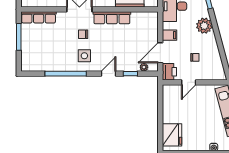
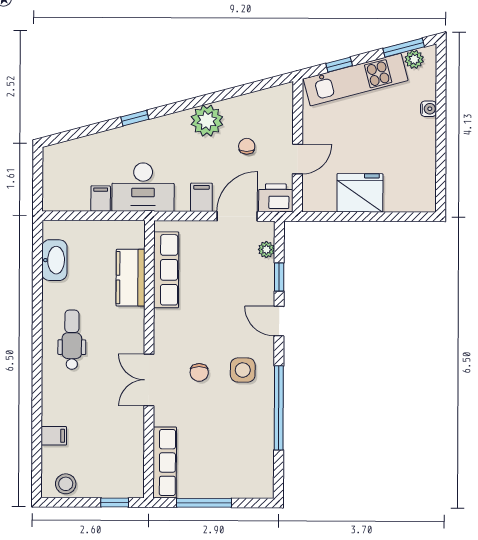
row of seats: (112, 18) -> (166, 270), moved
plant: (204, 26) -> (207, 121), moved
door: (160, 53) -> (237, 216), swing flipped
door: (189, 82) -> (297, 159), hinge flipped
fridge: (172, 135) -> (360, 193), moved

